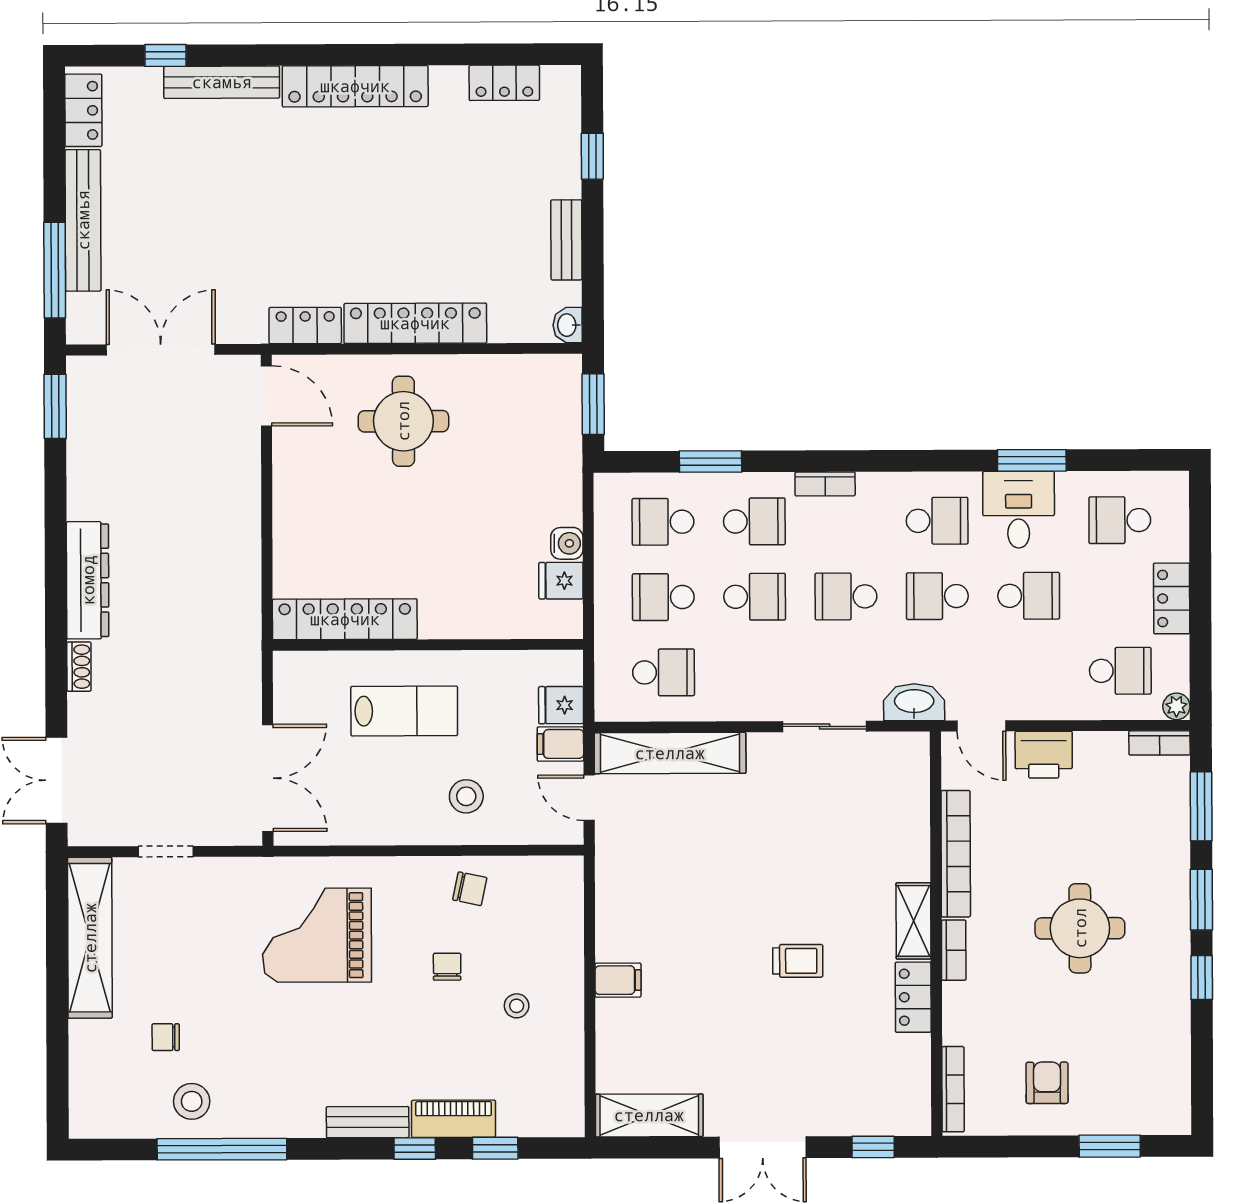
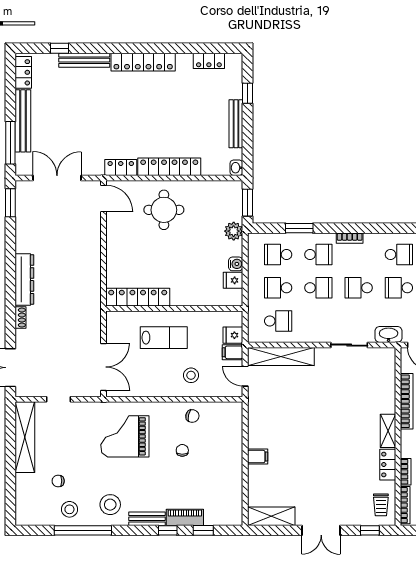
bench: (566, 240) -> (236, 124), width x1.36
plant: (562, 469) -> (234, 231), added
bookcase: (954, 950) -> (406, 472), moved
trolley: (798, 961) -> (381, 505), moved, turned 90
stool: (517, 1006) -> (110, 505), moved, width x1.89, depth x1.89

